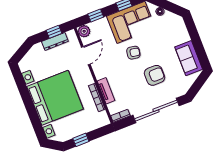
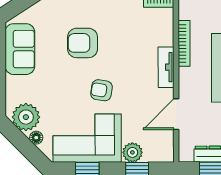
plant: (170, 21) -> (26, 117), added
plant: (84, 31) -> (132, 152), moved
tv unit: (106, 91) -> (166, 67), moved

